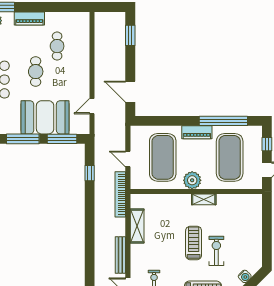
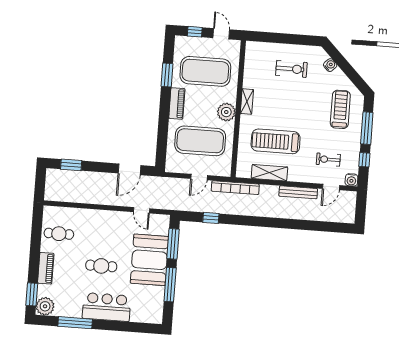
cafe table: (57, 46) -> (59, 234), moved
window: (223, 121) -> (167, 75), width x0.47
treadmill: (194, 243) -> (276, 141), moved, width x1.37, depth x1.38
exercise bike: (216, 251) -> (291, 69), moved, turned 180

